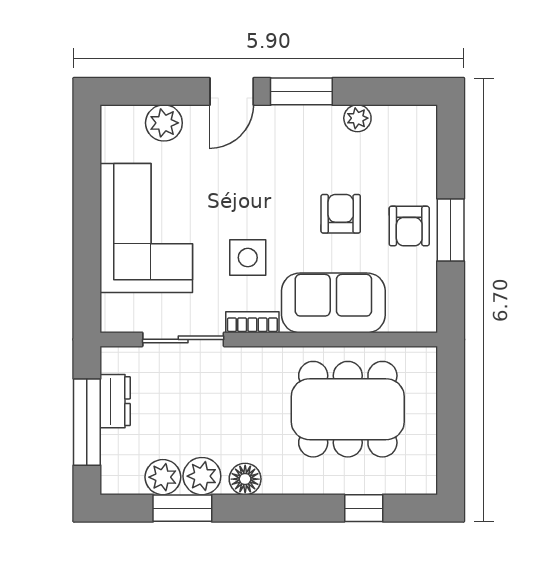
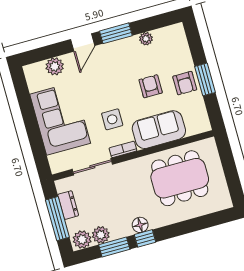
plant: (202, 476) -> (82, 240), moved
window: (364, 508) -> (145, 238), moved

